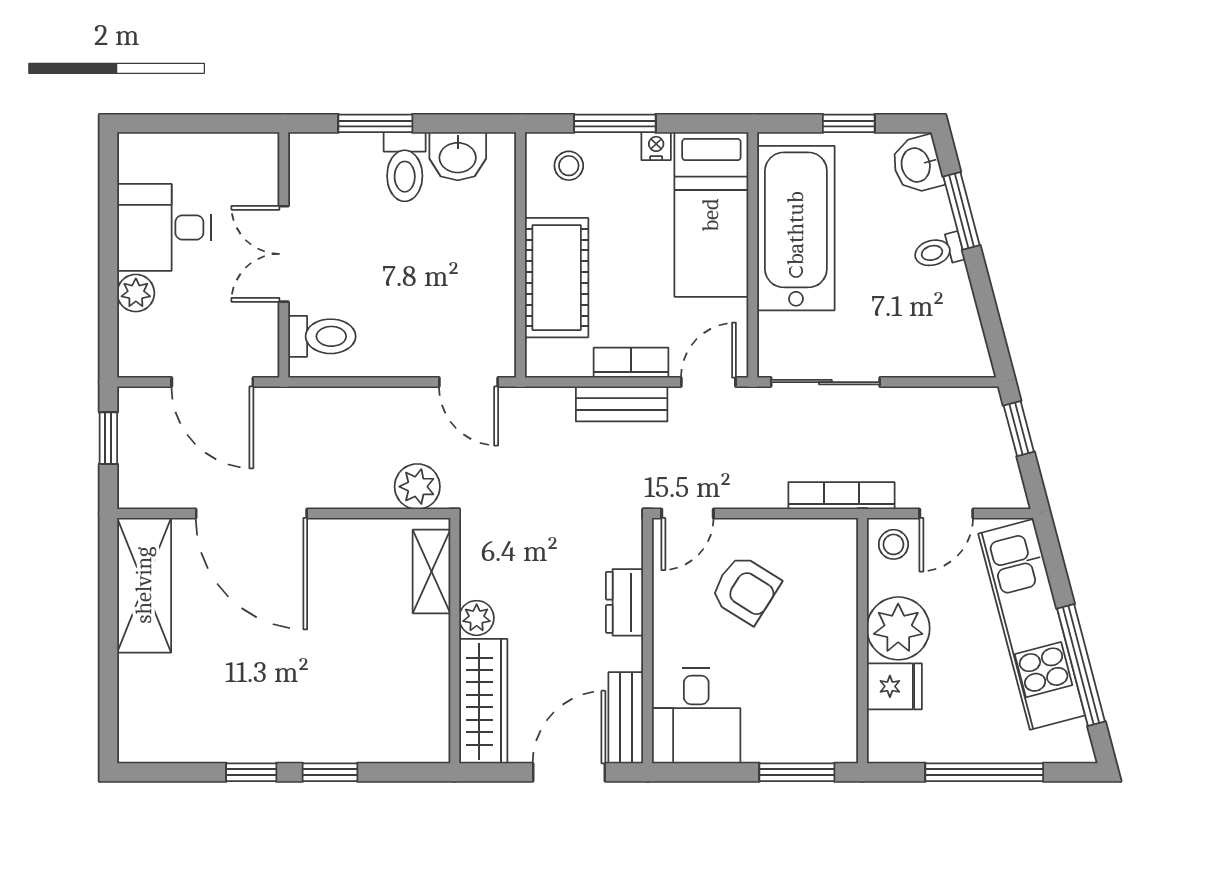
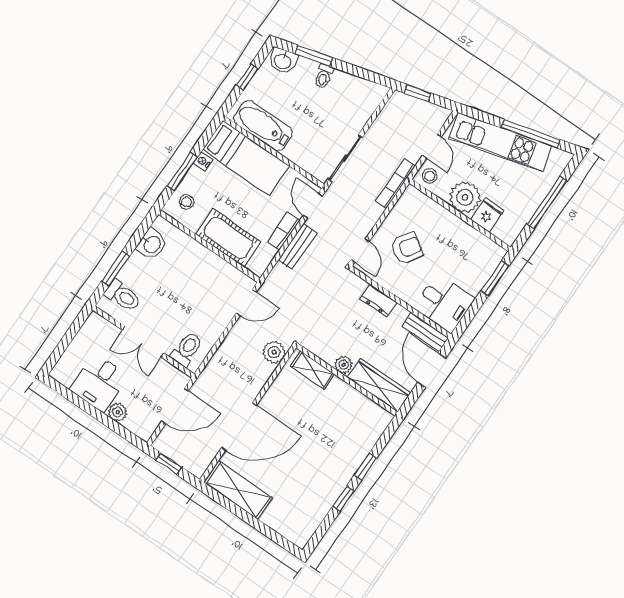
toilet: (405, 167) -> (123, 296), moved
bathtub: (796, 228) -> (263, 126), width x0.73, depth x0.73

